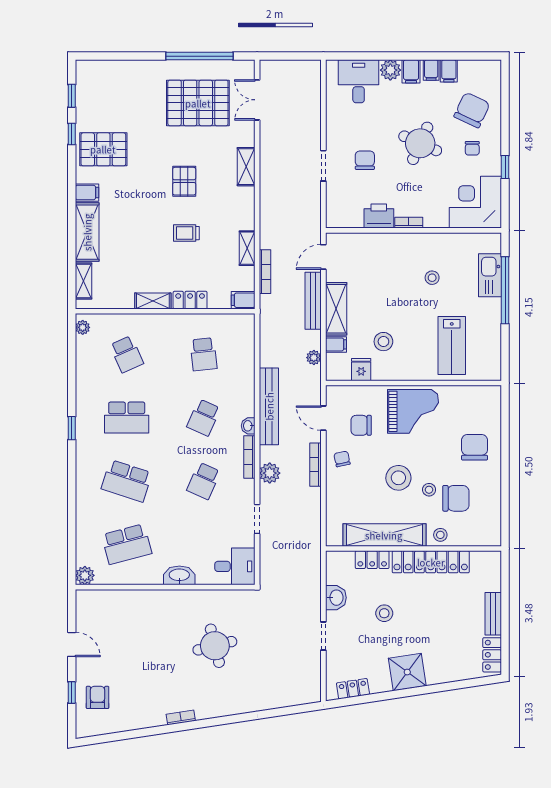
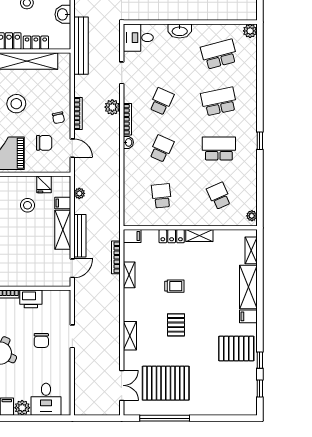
bench: (269, 406) -> (81, 46), moved
school desk: (127, 481) -> (219, 101), turned -30

